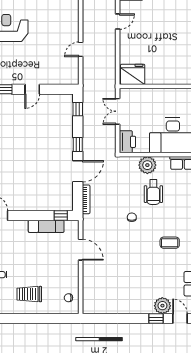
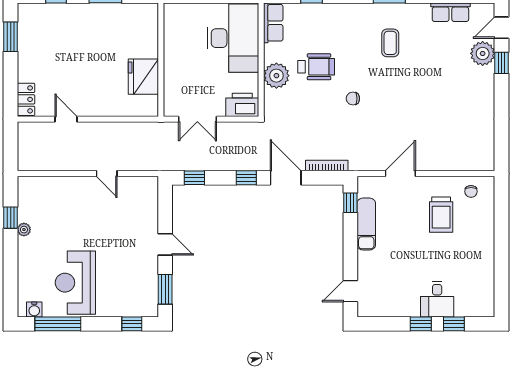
fridge: (133, 74) -> (143, 77), moved
trolley: (29, 294) -> (441, 215), moved

